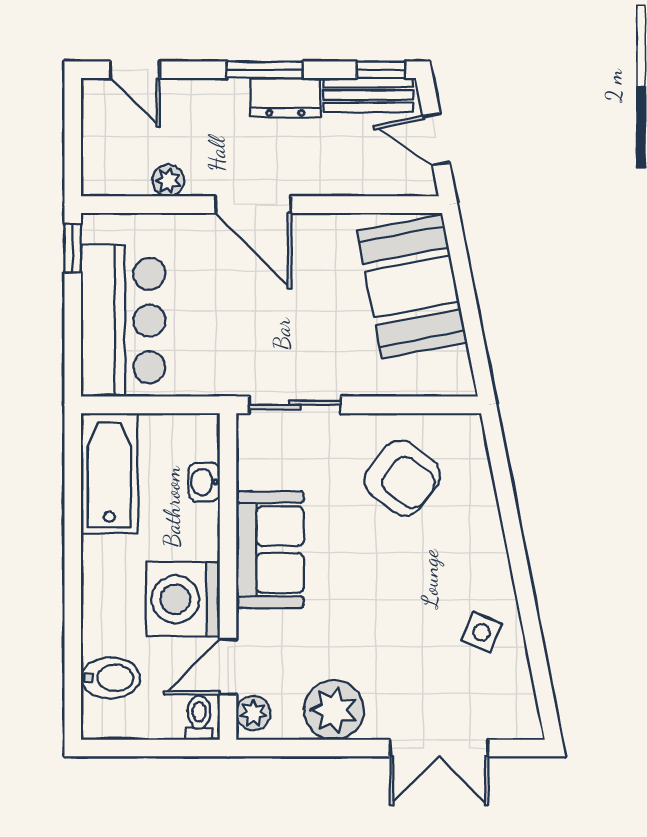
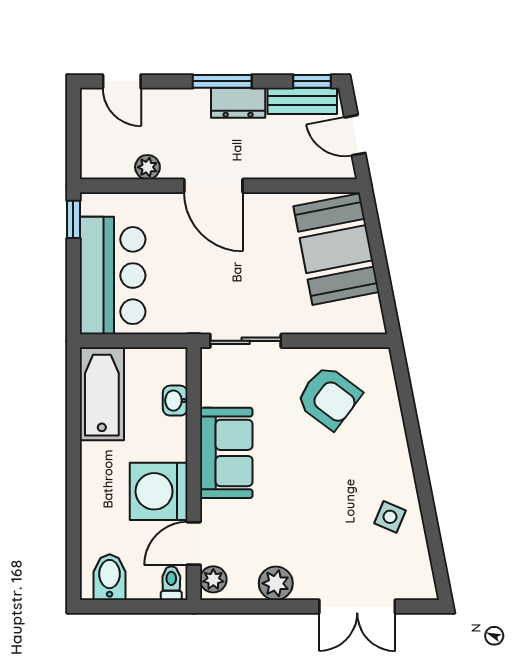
bidet: (111, 678) -> (110, 577), moved, turned -90
plant: (334, 710) -> (276, 583), width x0.73, depth x0.73

